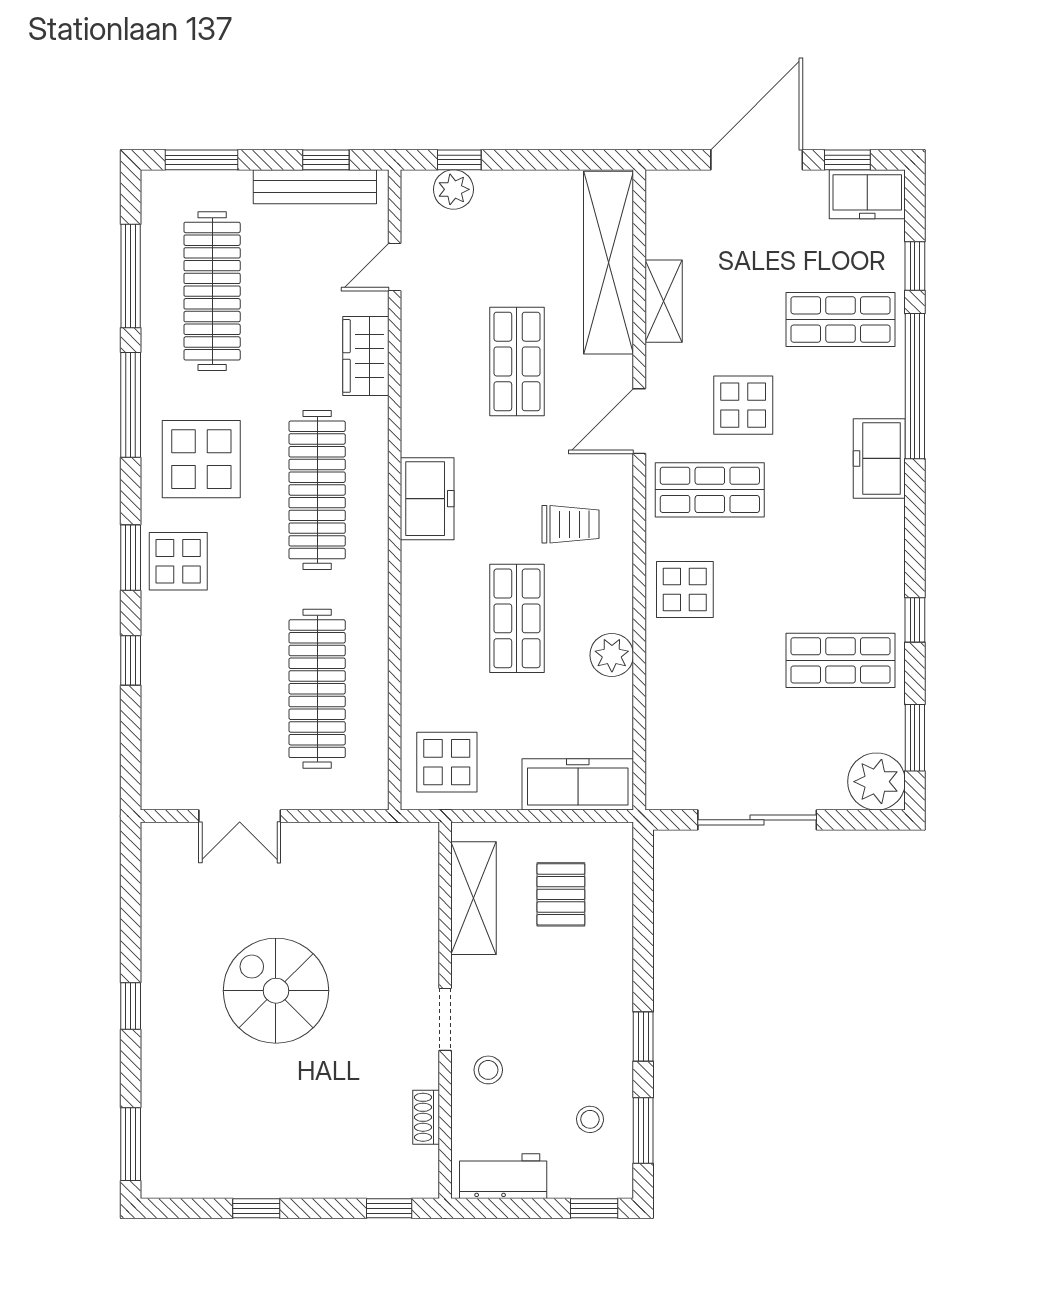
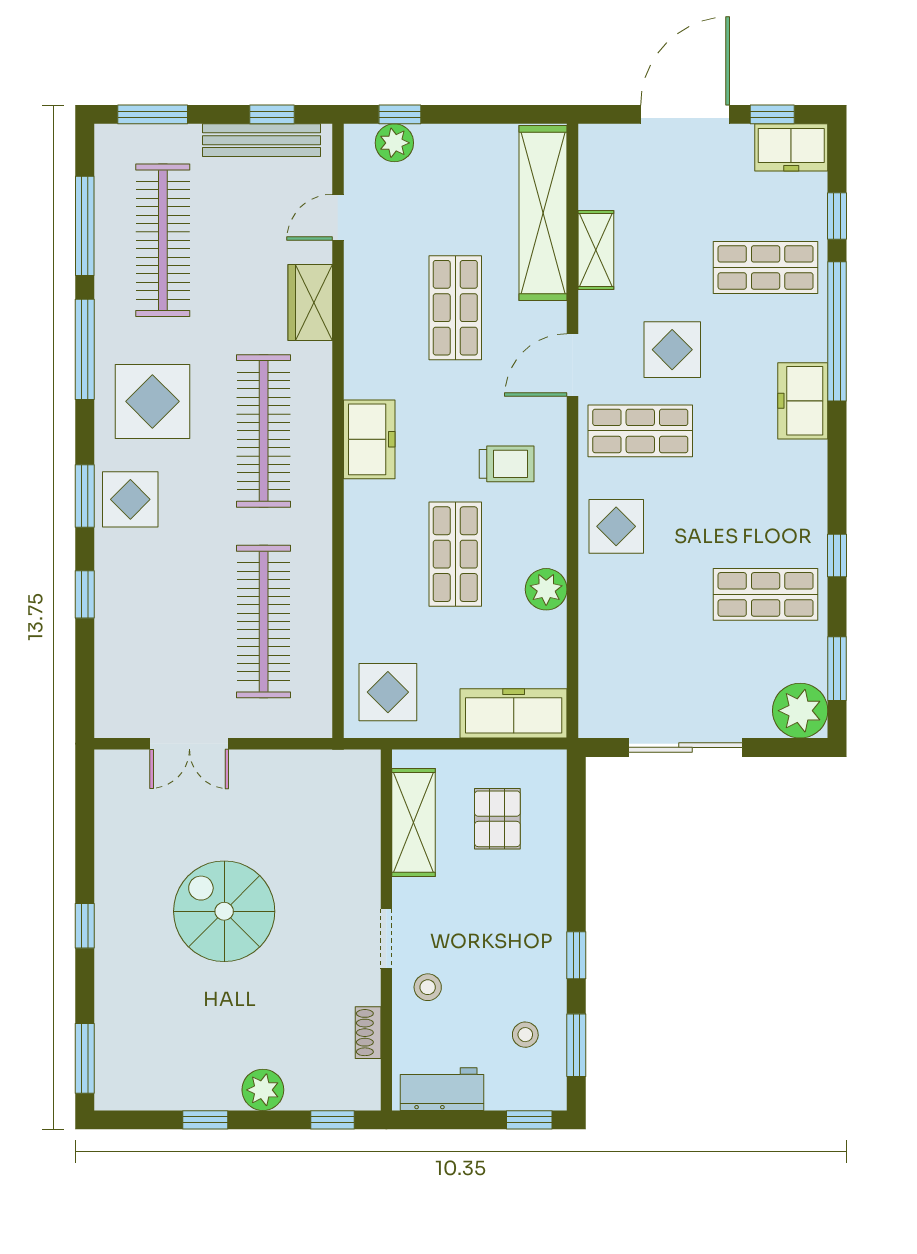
plant: (316, 1177) -> (263, 1090), added

